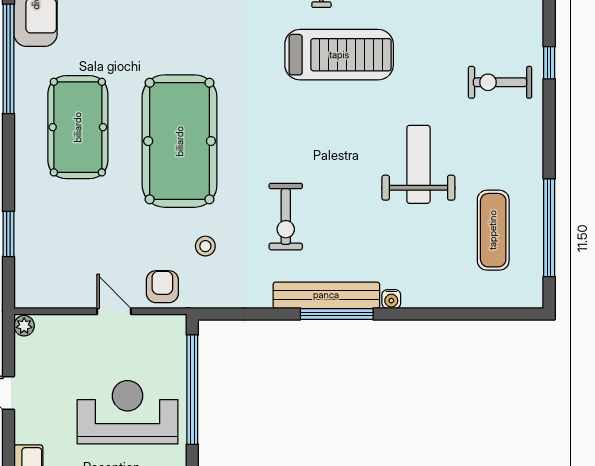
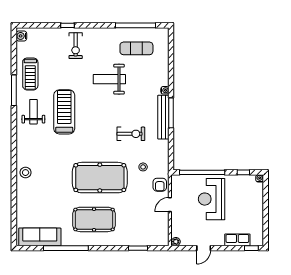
armchair: (162, 287) -> (160, 185), turned -90

